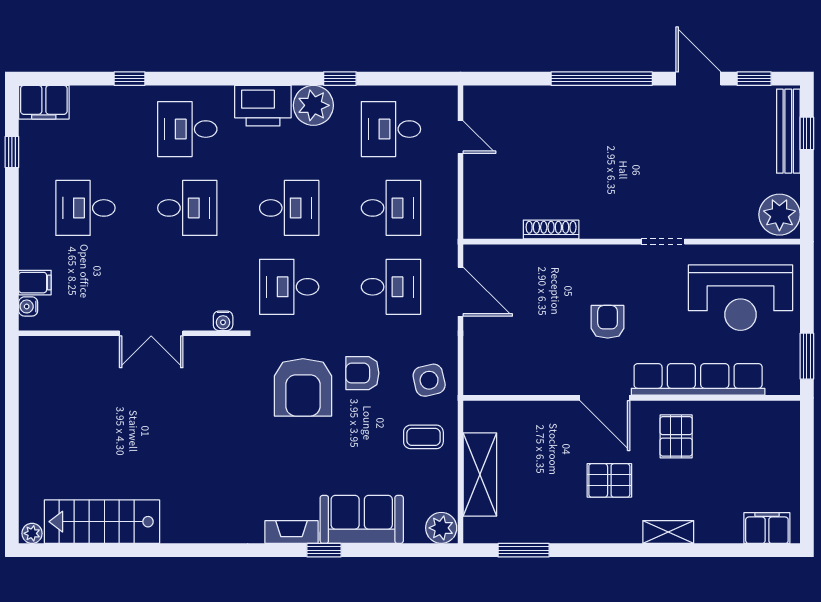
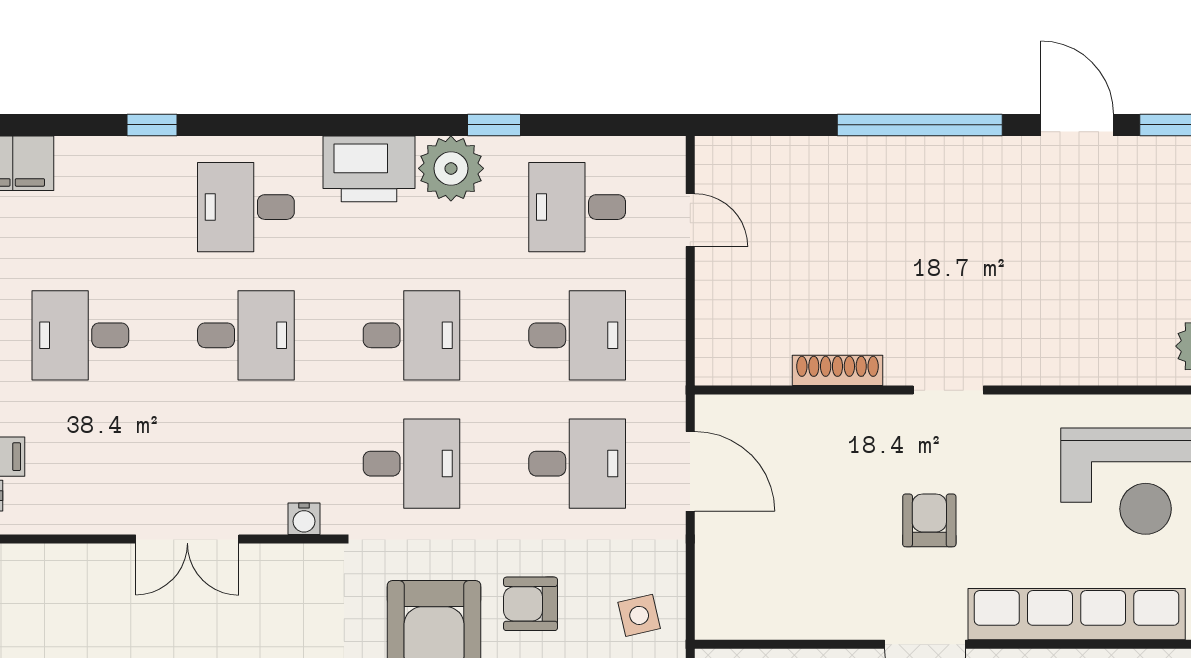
doorway: (663, 242) -> (948, 390), moved
desk: (289, 287) -> (412, 464), turned 180
side table: (429, 380) -> (639, 615), width x0.73, depth x0.73

